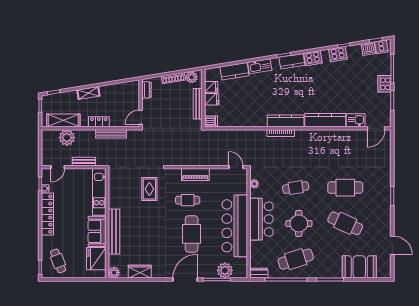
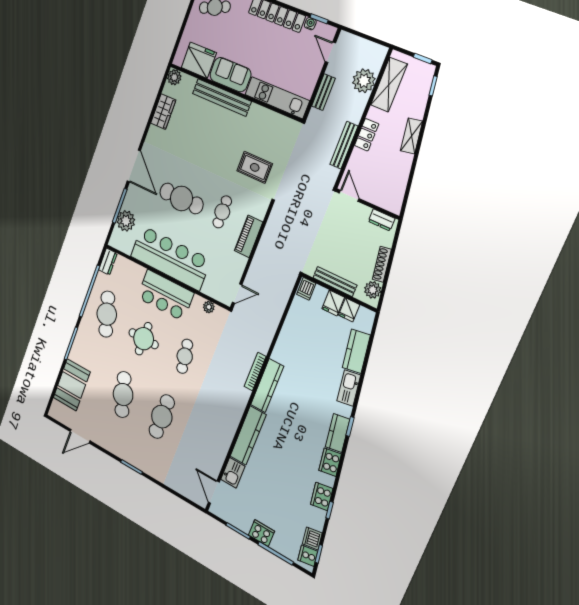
cafe table: (345, 223) -> (123, 395), turned -42

